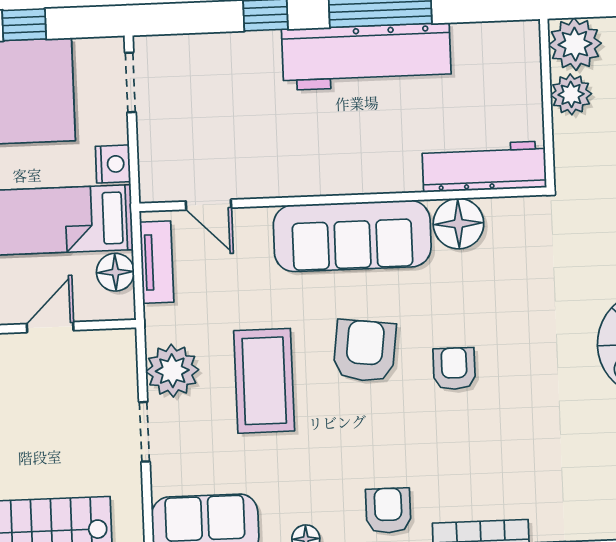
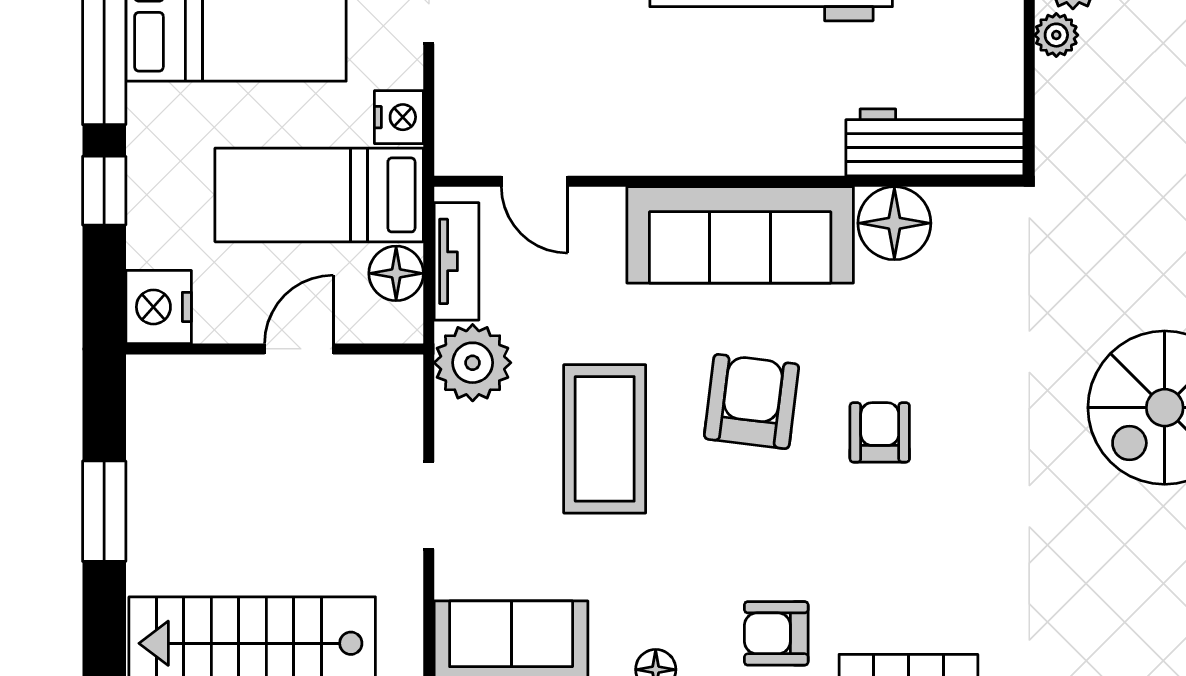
plant: (571, 94) -> (1056, 35), width x0.73, depth x0.73
plant: (172, 371) -> (473, 363), moved
armchair: (388, 511) -> (776, 633), turned -90

